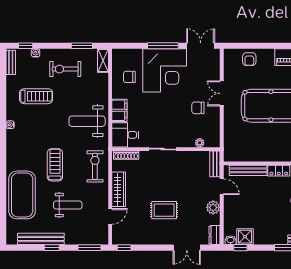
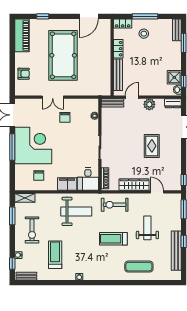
weight bench: (87, 121) -> (76, 211), turned -90
exercise mat: (22, 195) -> (139, 267), width x0.50, depth x0.69

